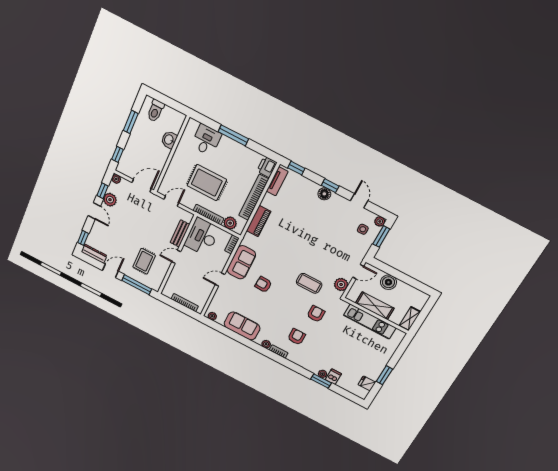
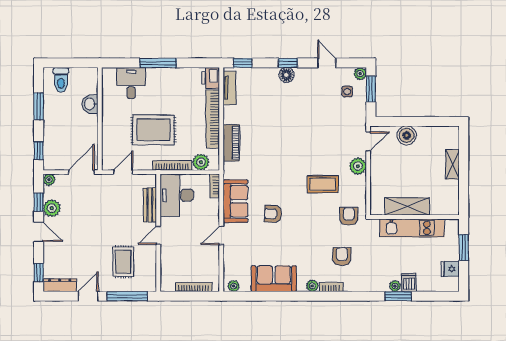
shelving: (375, 306) -> (407, 206), moved
wall: (376, 315) -> (415, 217), moved
kitchen unit: (370, 322) -> (412, 228), moved

